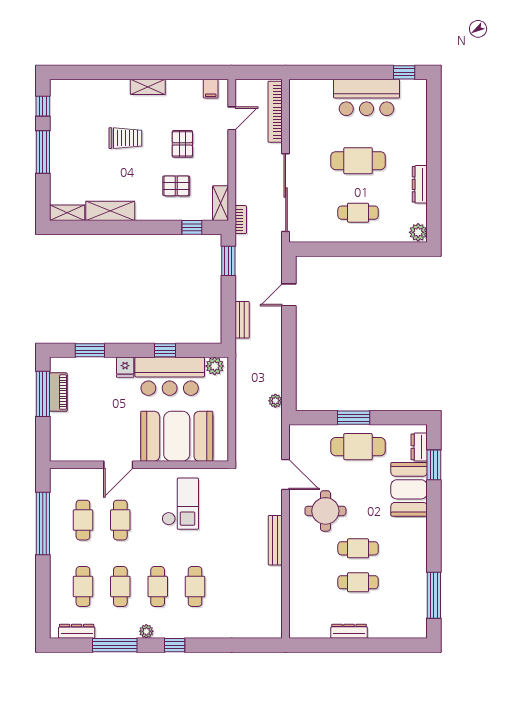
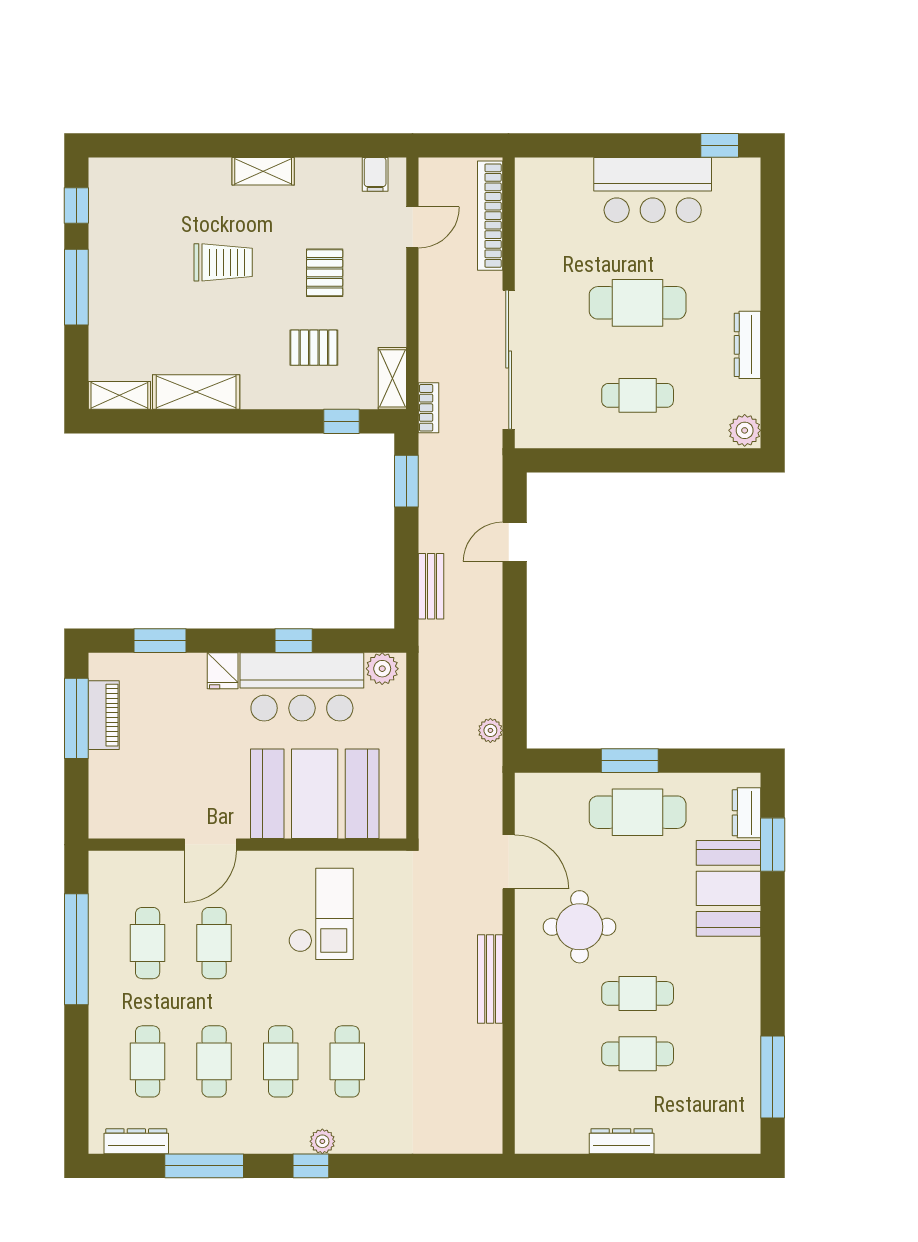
plant: (146, 631) -> (322, 1141), moved

